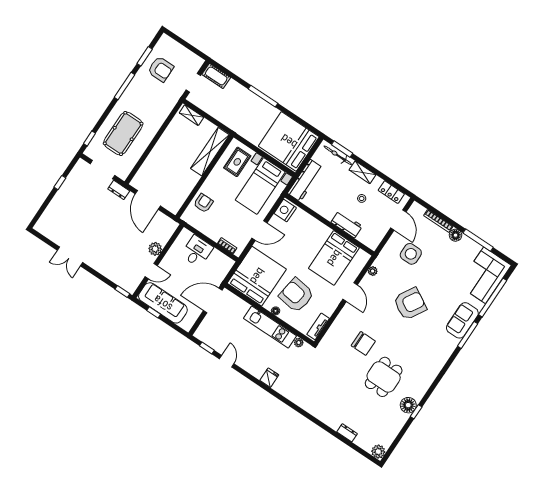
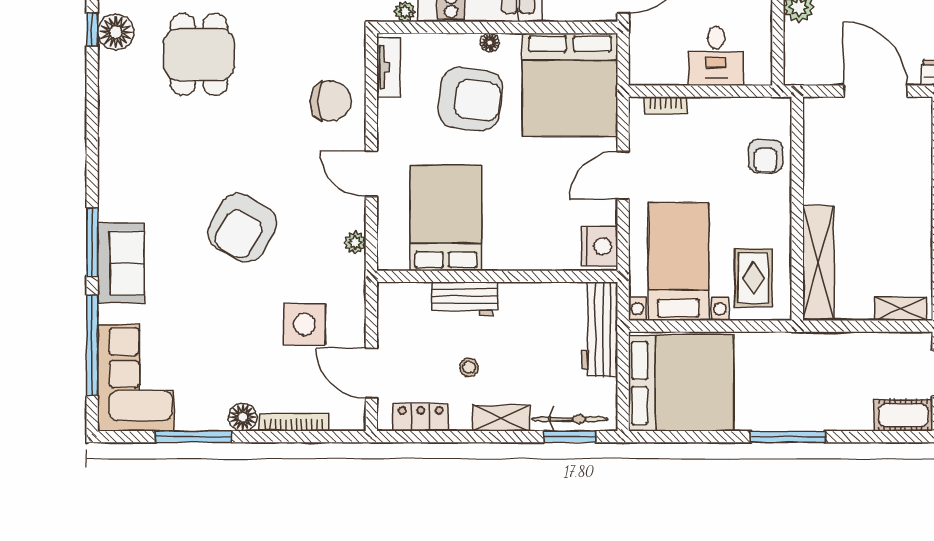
chair: (363, 343) -> (331, 101), moved, turned 180

